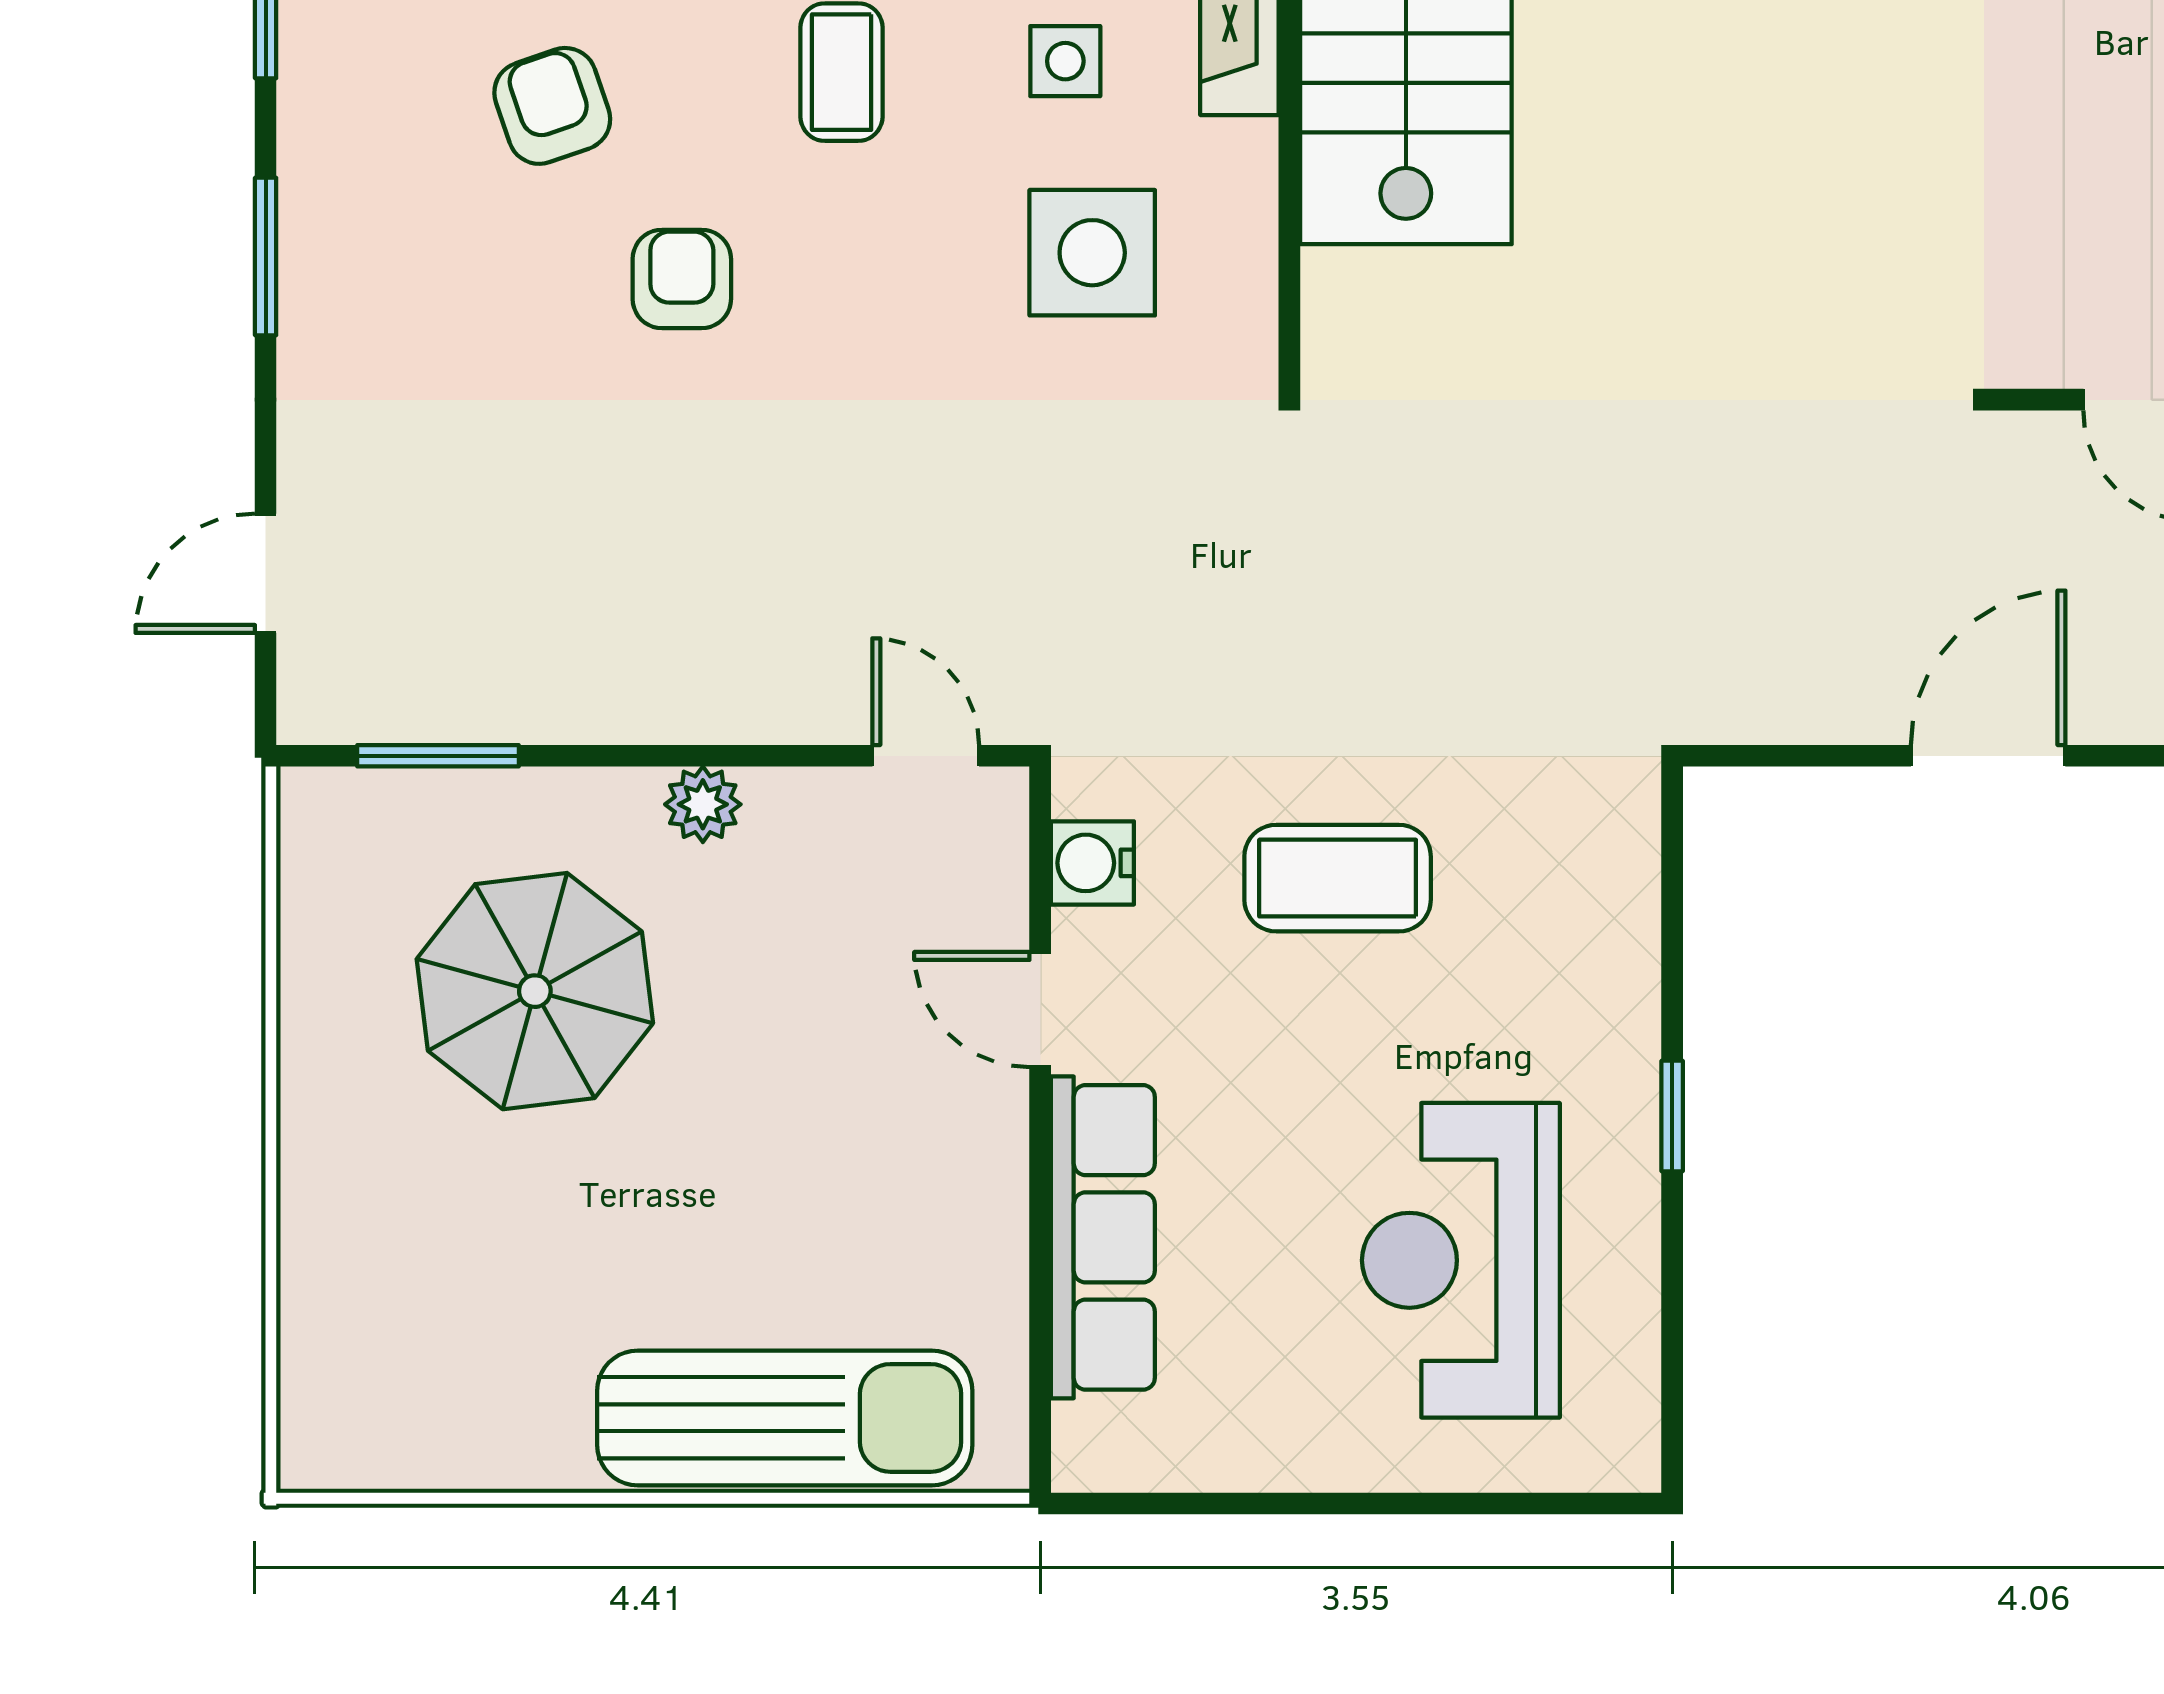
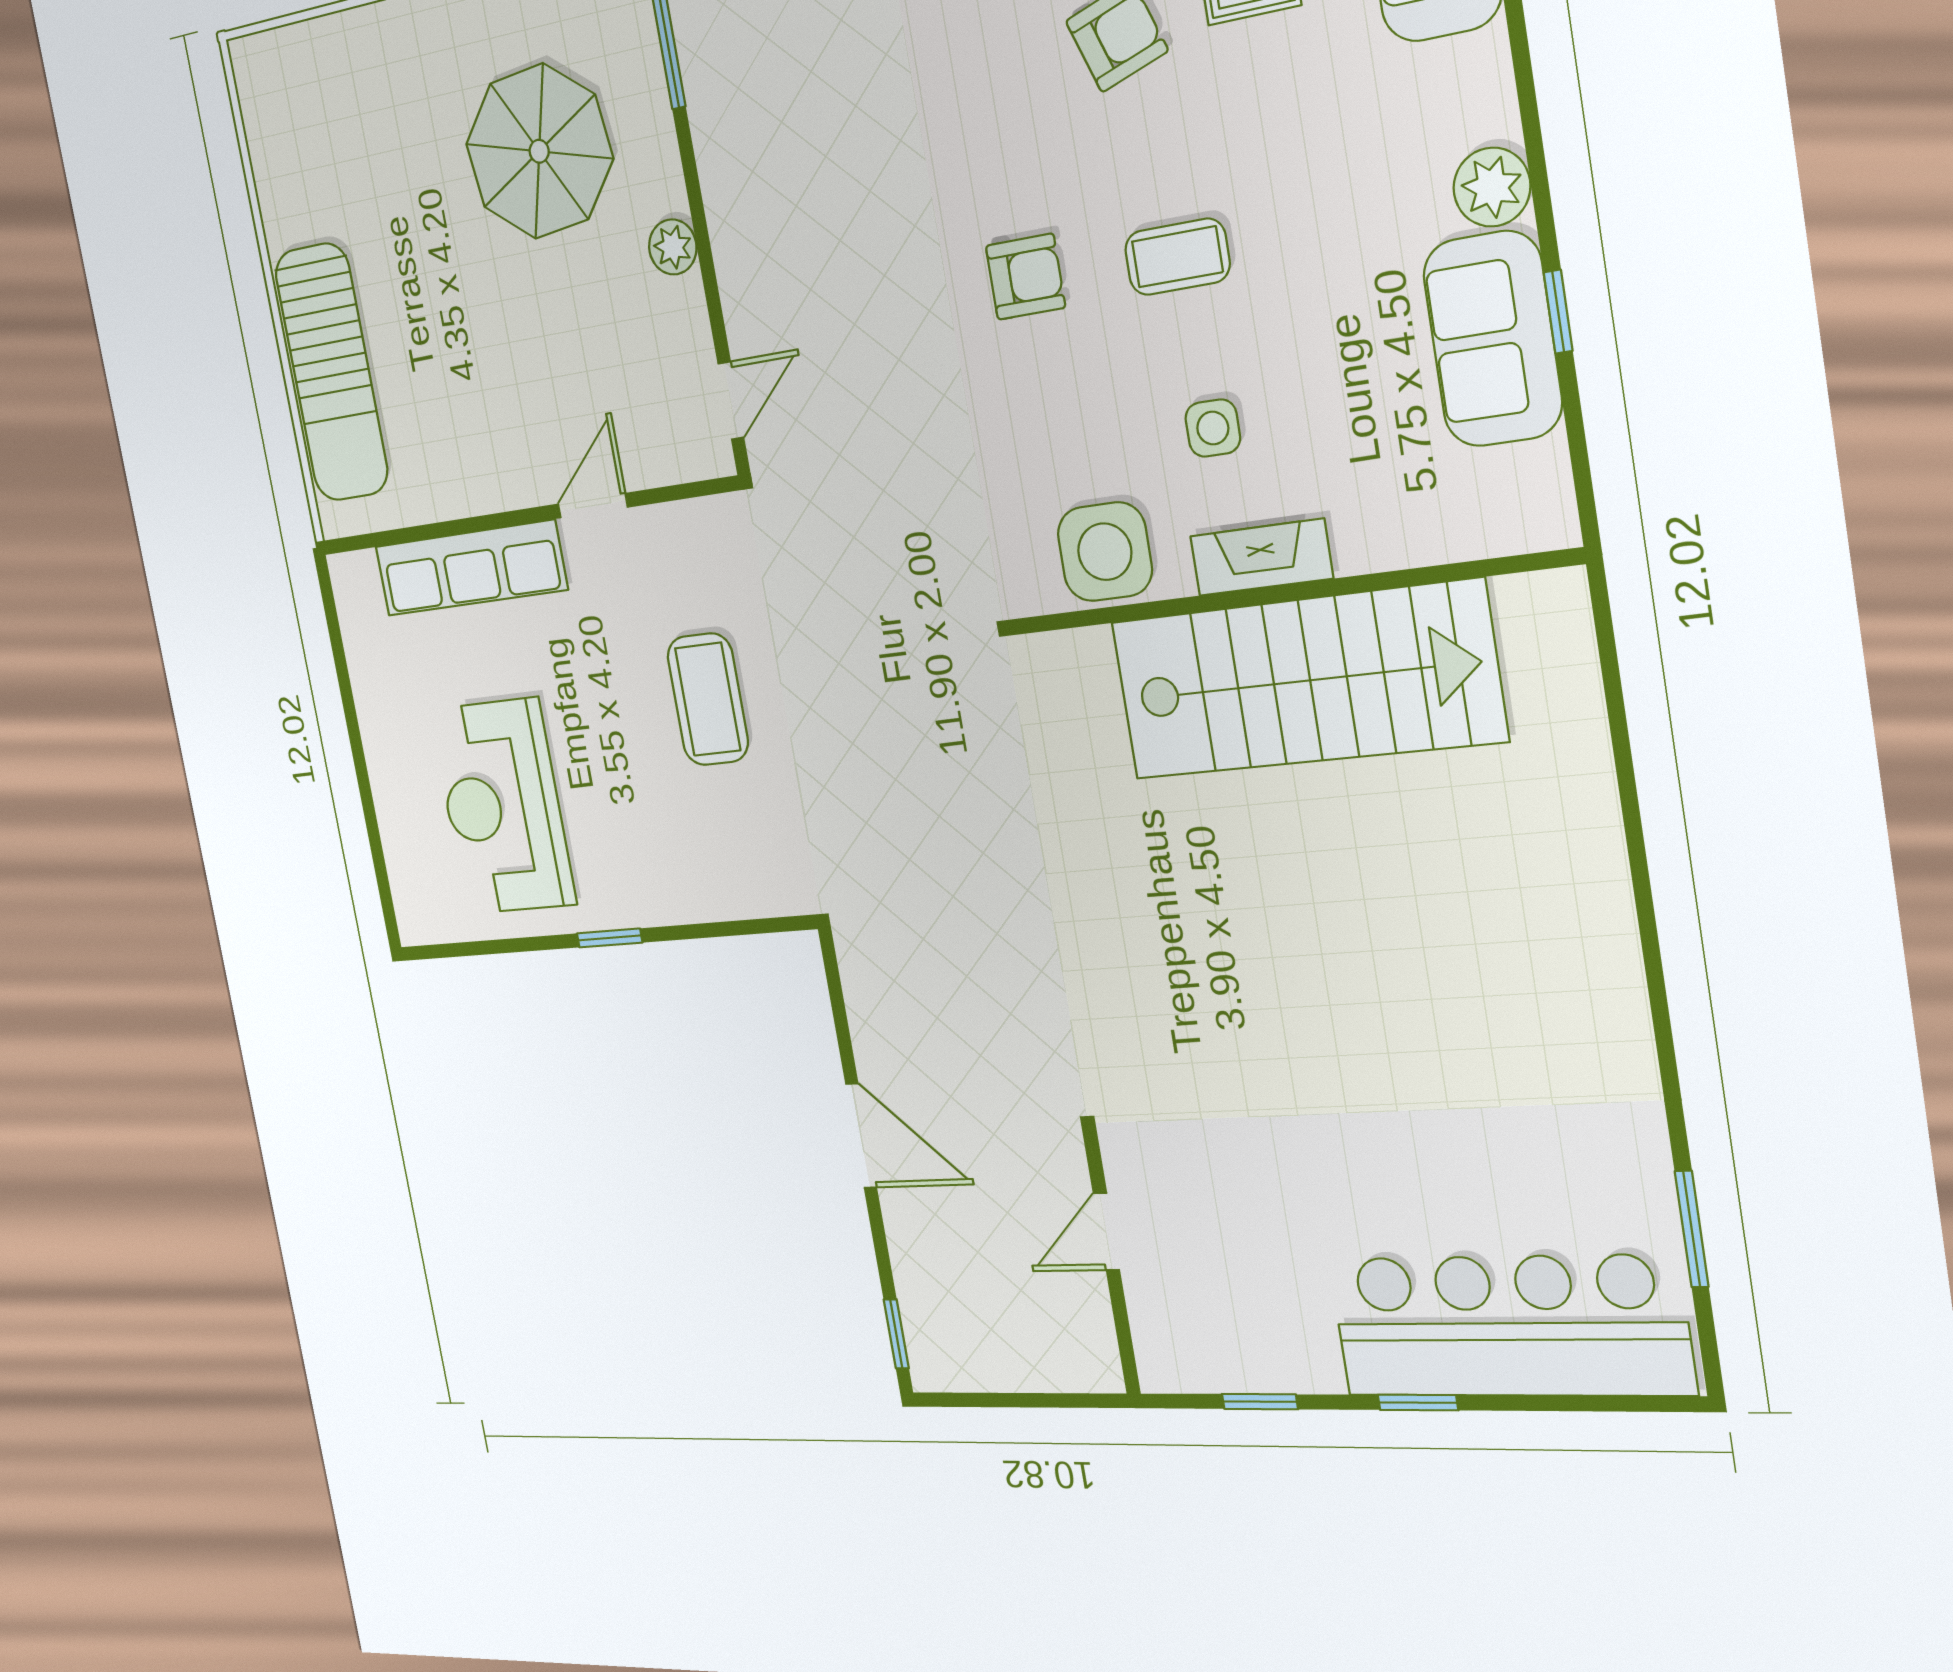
side table: (1092, 253) -> (1105, 552), moved
armchair: (682, 279) -> (1026, 277), moved
water cooler: (1092, 863) -> (686, 528), removed
reception desk: (1461, 1260) -> (503, 807), turned -90

